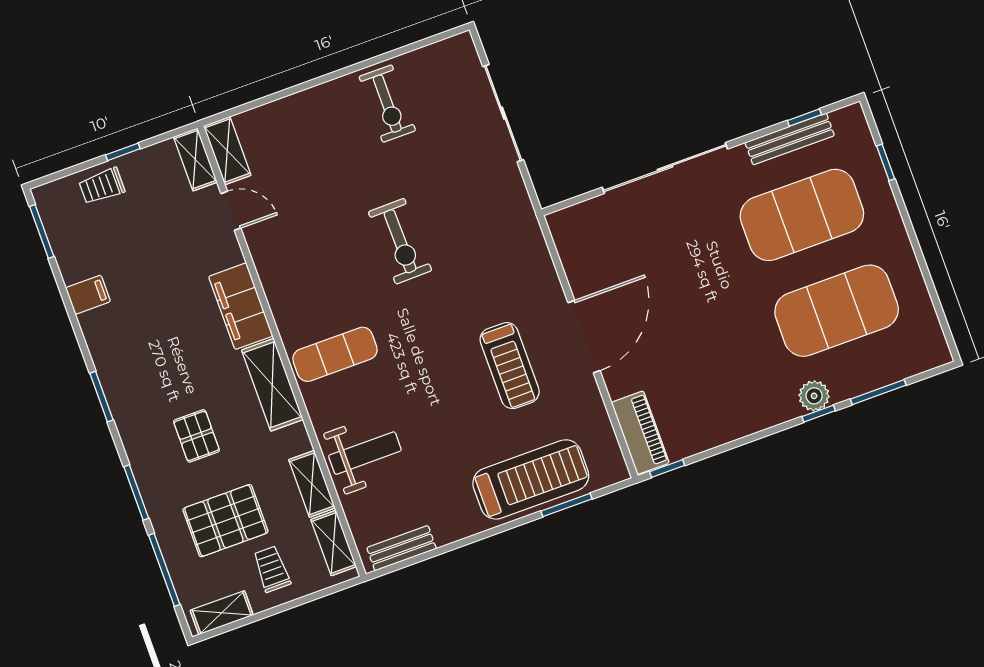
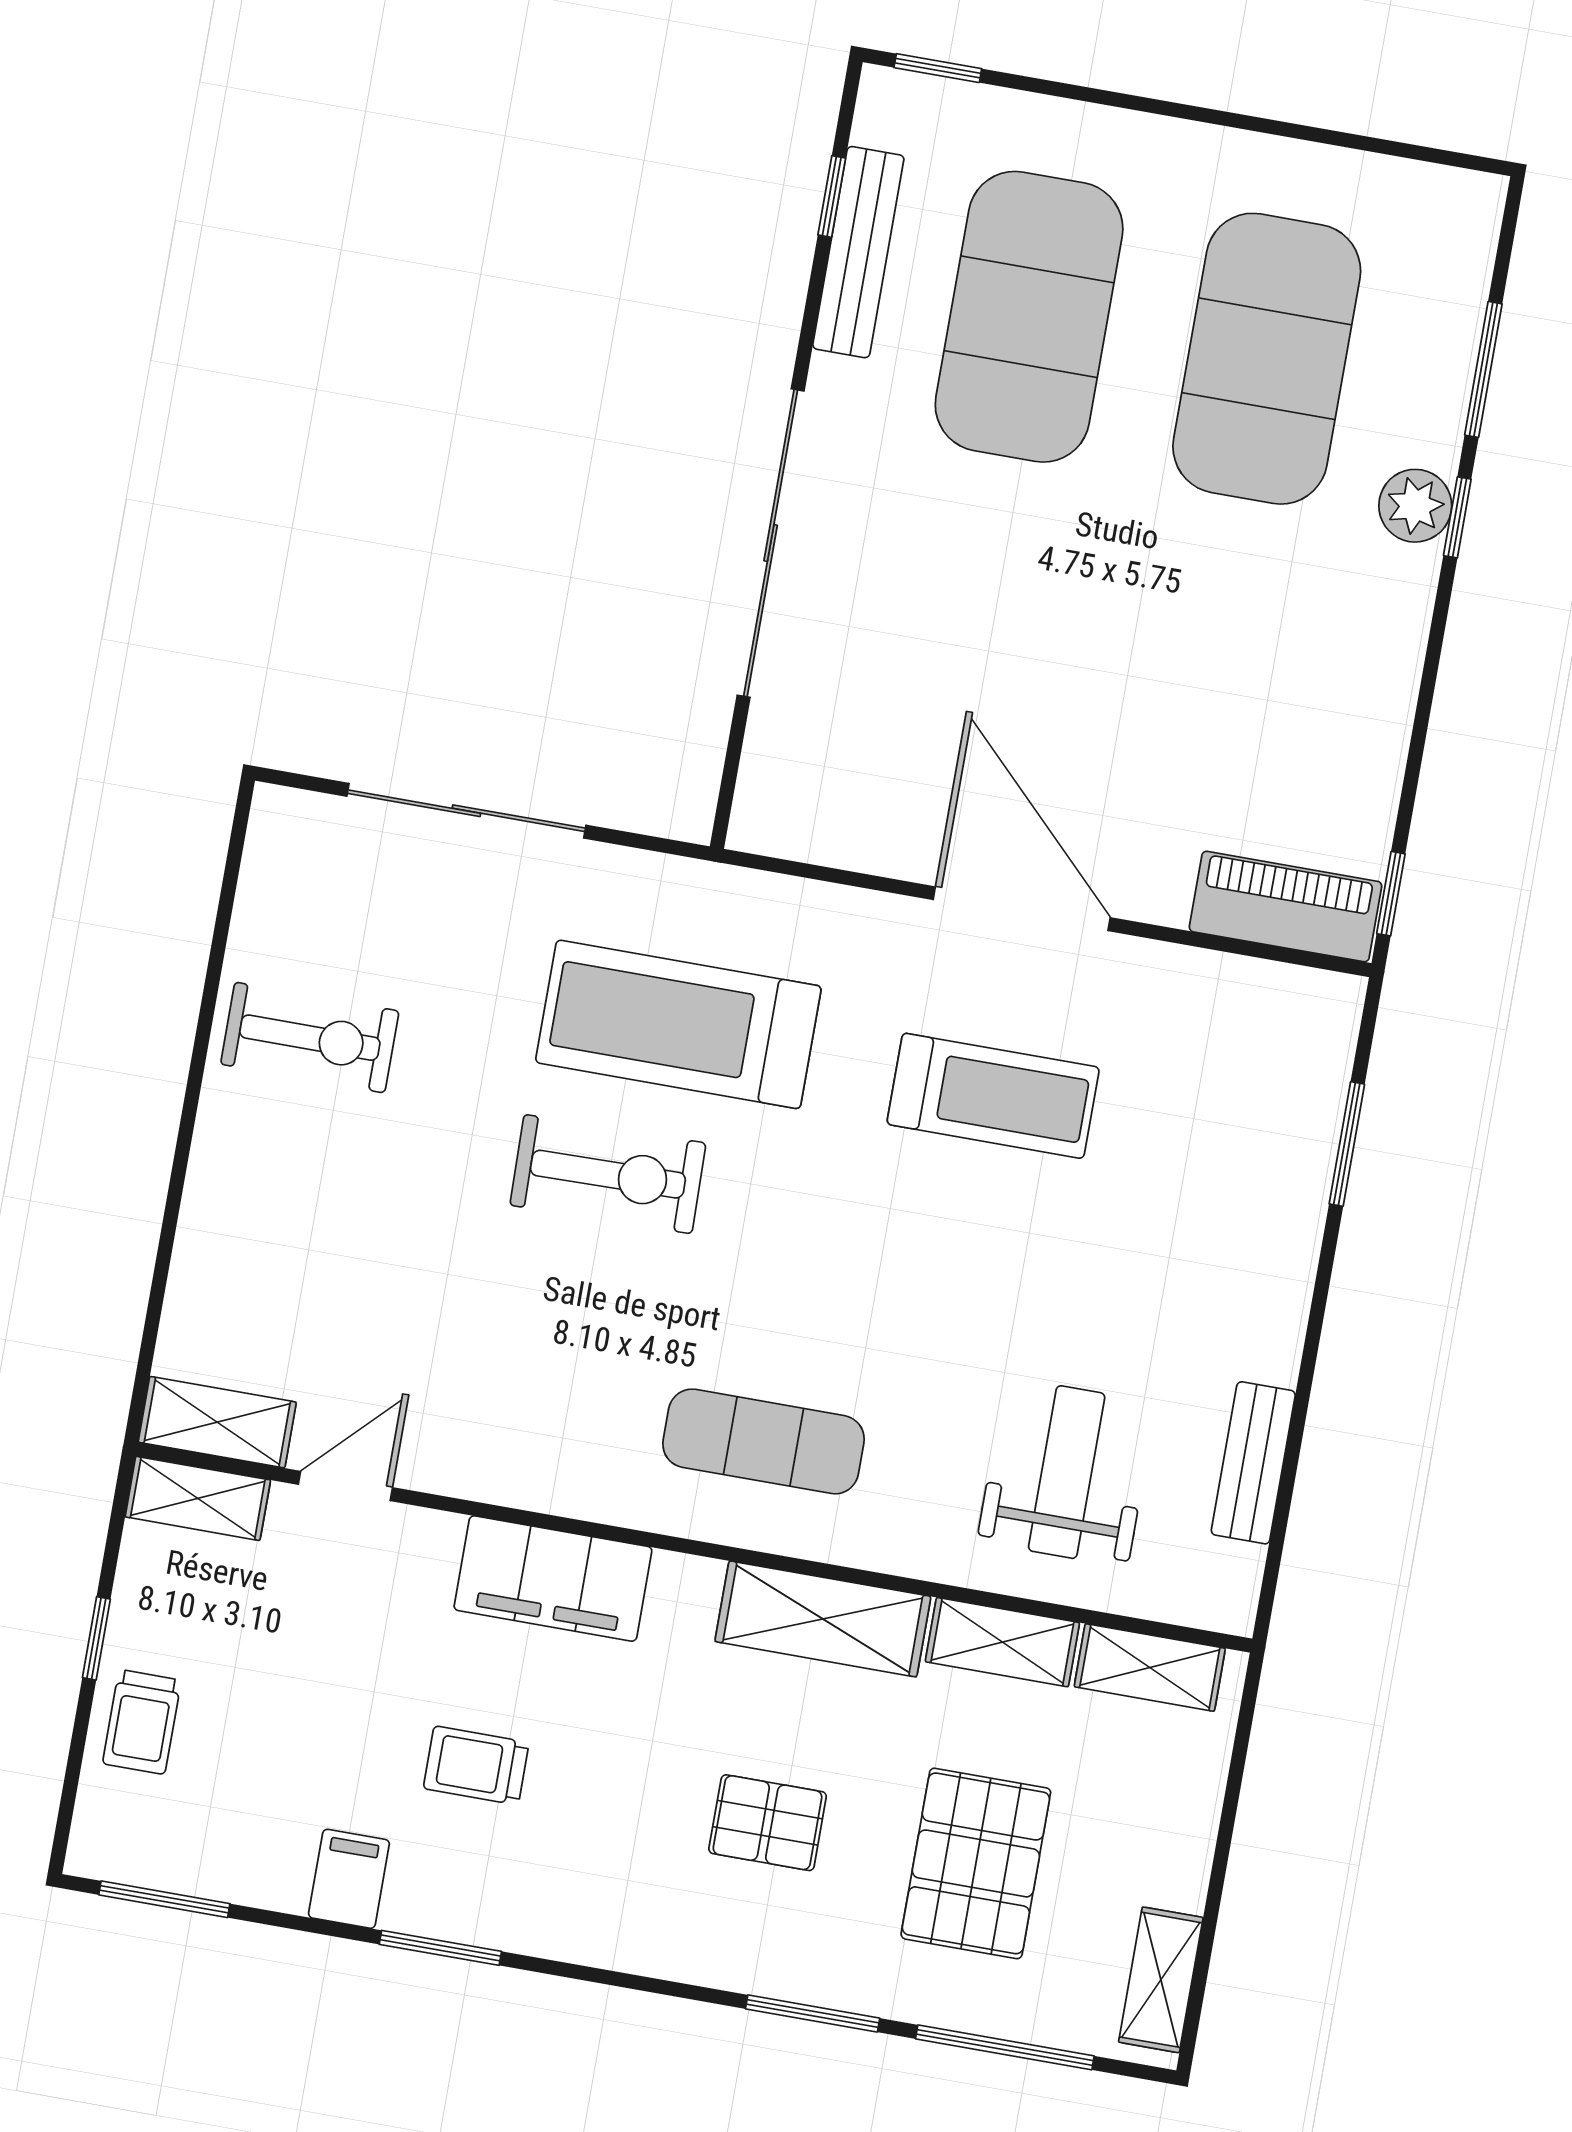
window: (886, 162) -> (938, 68), moved
exercise mat: (335, 354) -> (763, 1441), turned 90
shelving: (272, 385) -> (823, 1619), moved
window: (102, 397) -> (440, 1948), moved
weight bench: (365, 453) -> (1067, 1472), moved
treadmill: (531, 479) -> (678, 1024), moved, turned -90
bench: (402, 548) -> (1253, 1463), moved
trolley: (272, 569) -> (476, 1765), moved

